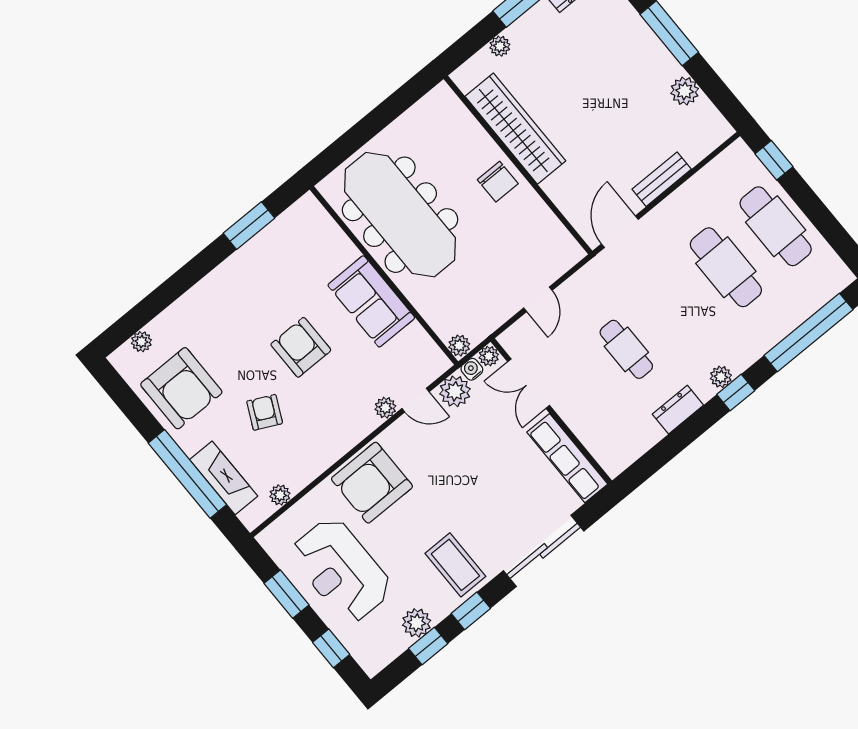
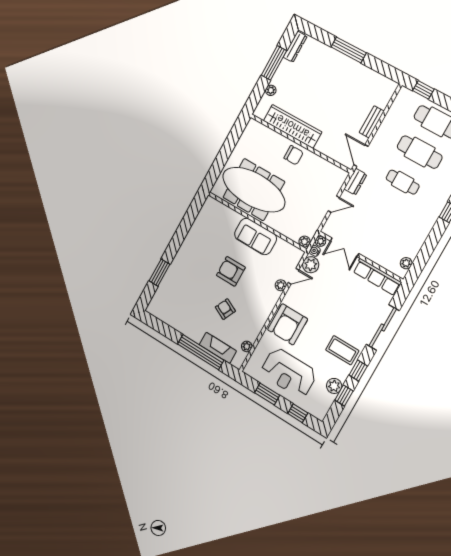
plant: (685, 91) -> (367, 75), removed
window: (249, 226) -> (159, 273), moved
door: (538, 299) -> (334, 204), hinge flipped
plant: (141, 342) -> (158, 297), removed
cafe table: (626, 349) -> (403, 182), moved
plant: (721, 377) -> (406, 263), moved
armchair: (181, 388) -> (183, 312), removed
dresser: (678, 410) -> (355, 182), moved, turned 180

